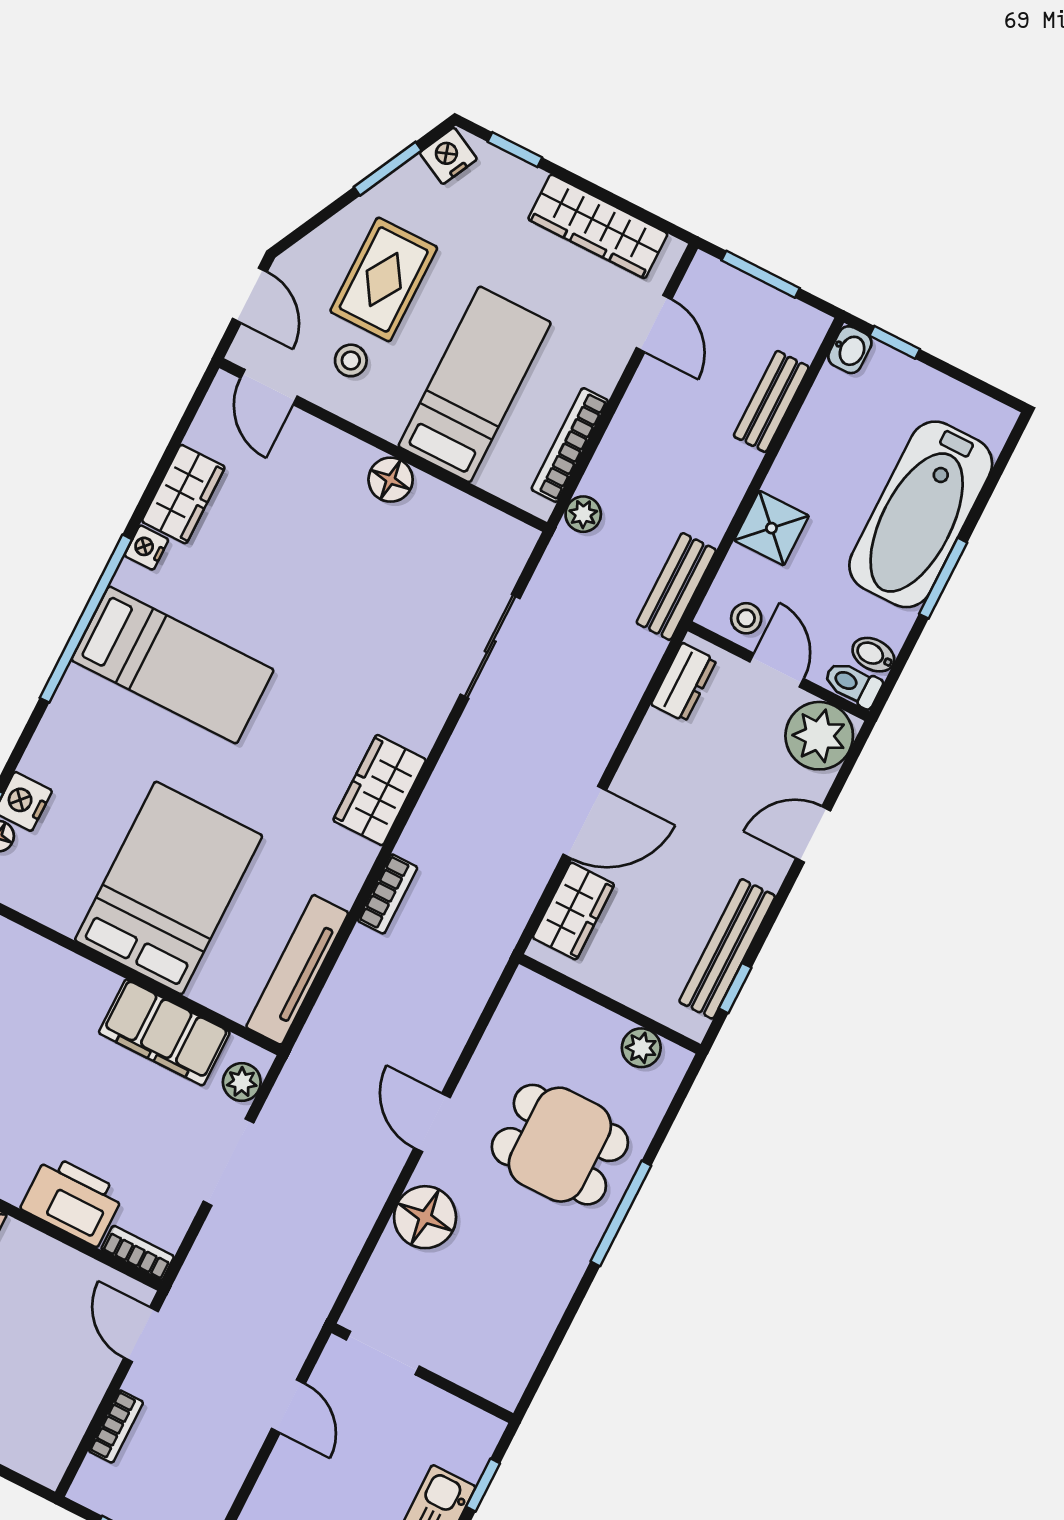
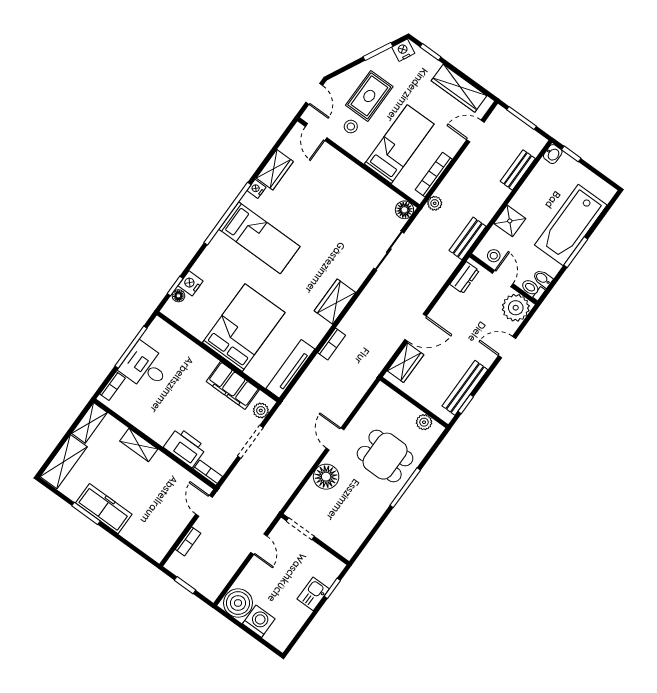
door: (654, 324) -> (475, 131), swing flipped
floor lamp: (391, 480) -> (404, 210), moved

